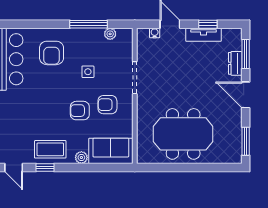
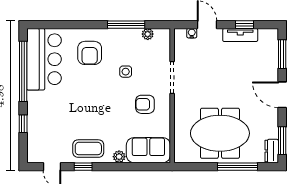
dresser: (235, 63) -> (272, 151), moved
armchair: (80, 111) -> (118, 110), removed
window: (201, 167) -> (238, 167), added

